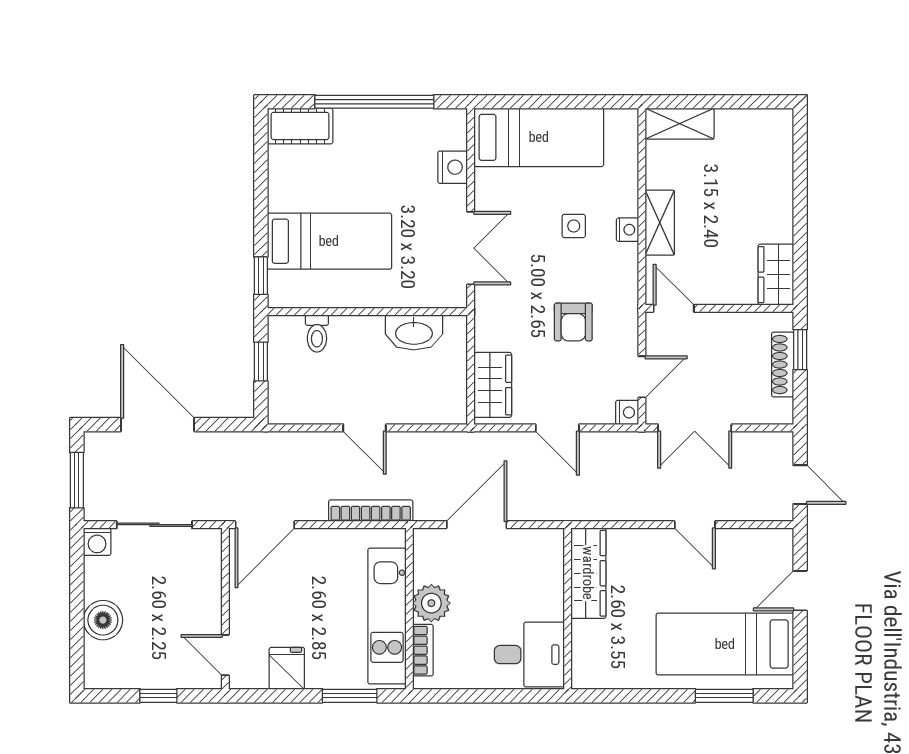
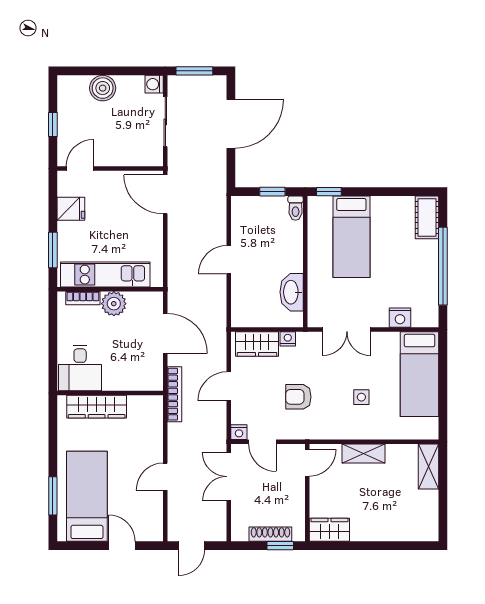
nightstand: (628, 230) -> (288, 339), moved, turned 180
toilet: (317, 333) -> (296, 208), moved, turned -90
bookcase: (371, 511) -> (174, 394), moved
wardrobe: (588, 573) -> (97, 407), moved

